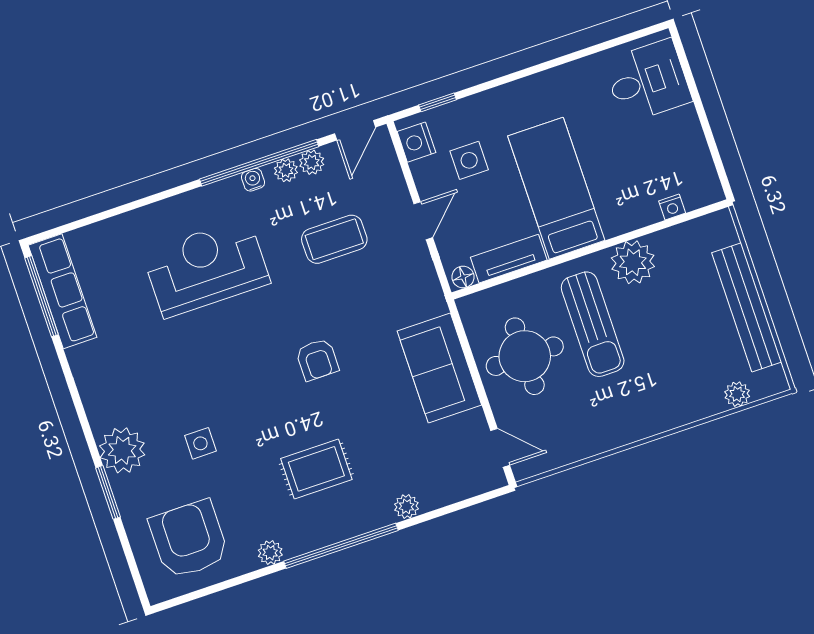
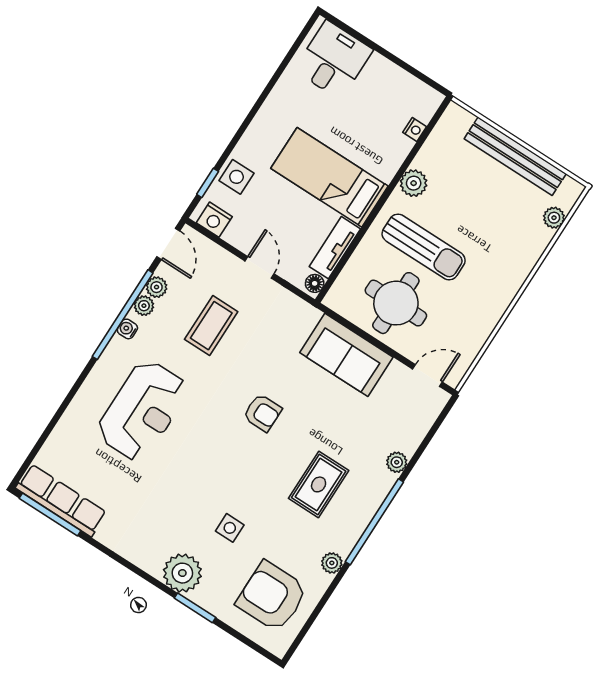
side table: (469, 160) -> (237, 177), moved
plant: (633, 262) -> (414, 183), width x0.73, depth x0.73
reception desk: (206, 268) -> (142, 410), turned 180

